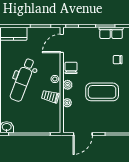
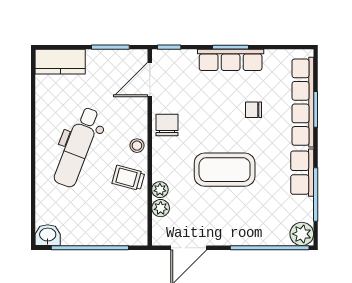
row of seats: (111, 33) -> (231, 60), width x1.48
plant: (68, 85) -> (161, 208), moved

